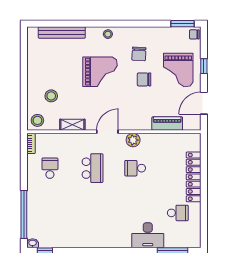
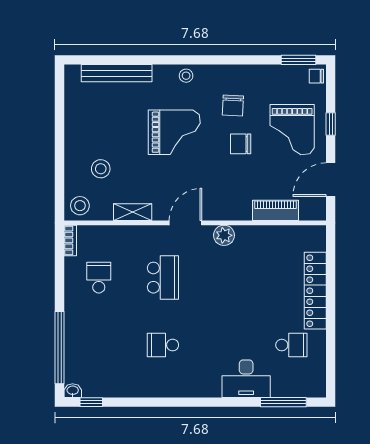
school desk: (135, 168) -> (163, 345), moved

